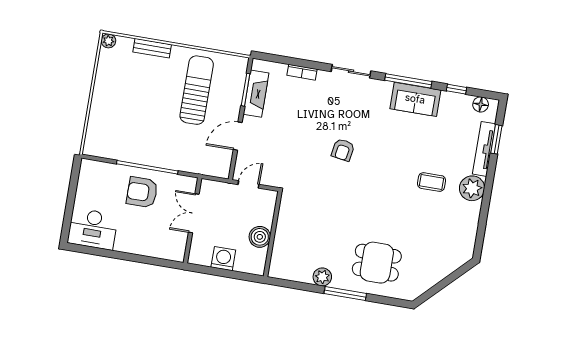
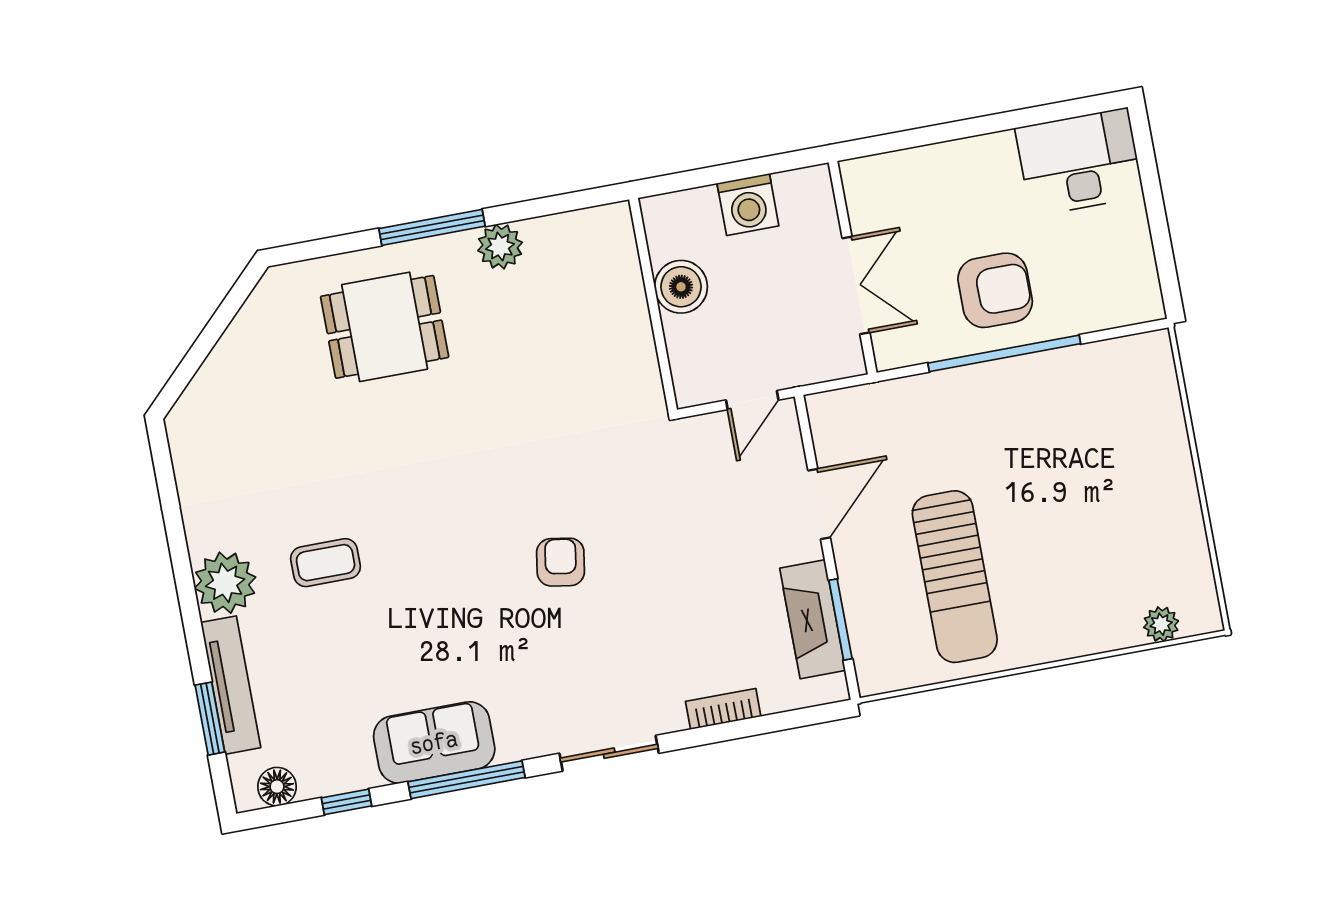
plant: (108, 41) -> (1161, 624), moved
bench: (152, 48) -> (1095, 637), removed

